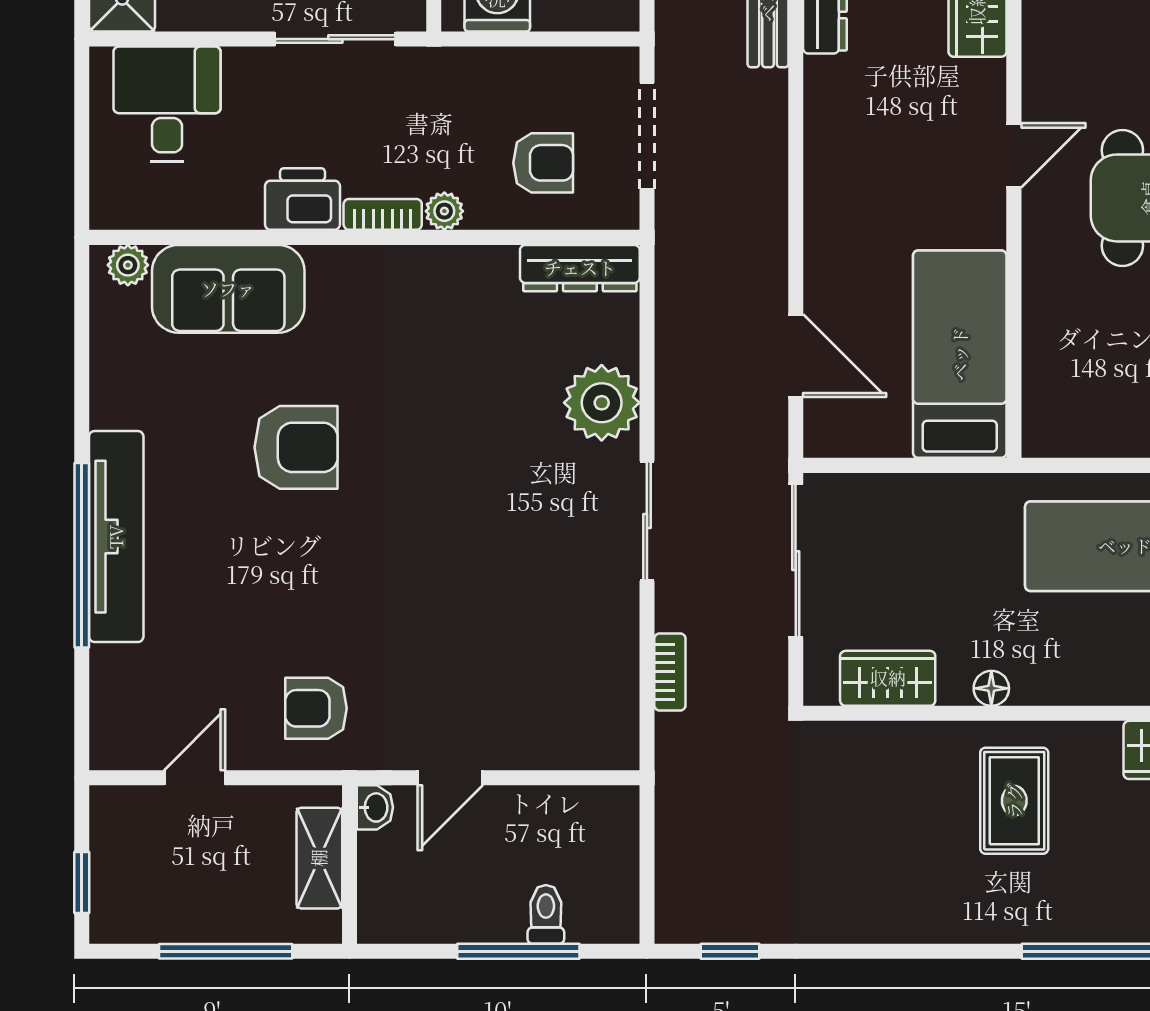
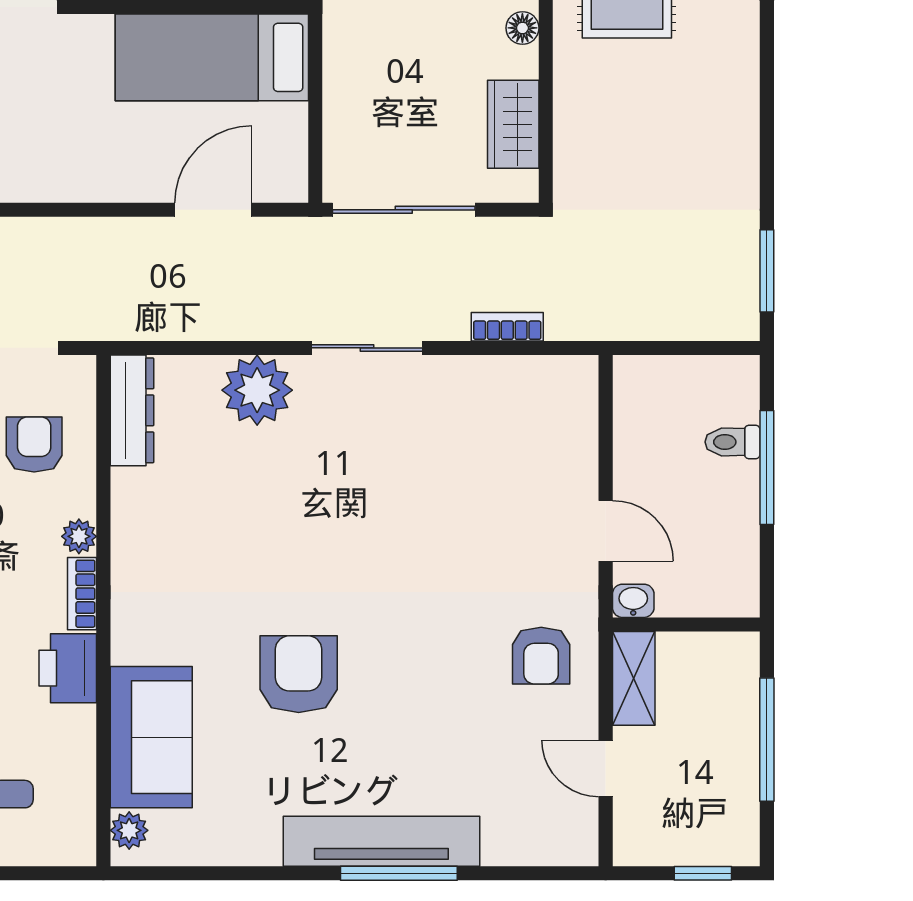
window: (82, 555) -> (399, 873), width x0.68
shelving: (319, 858) -> (634, 678), moved, turned 90
window: (730, 951) -> (767, 271), width x1.50

